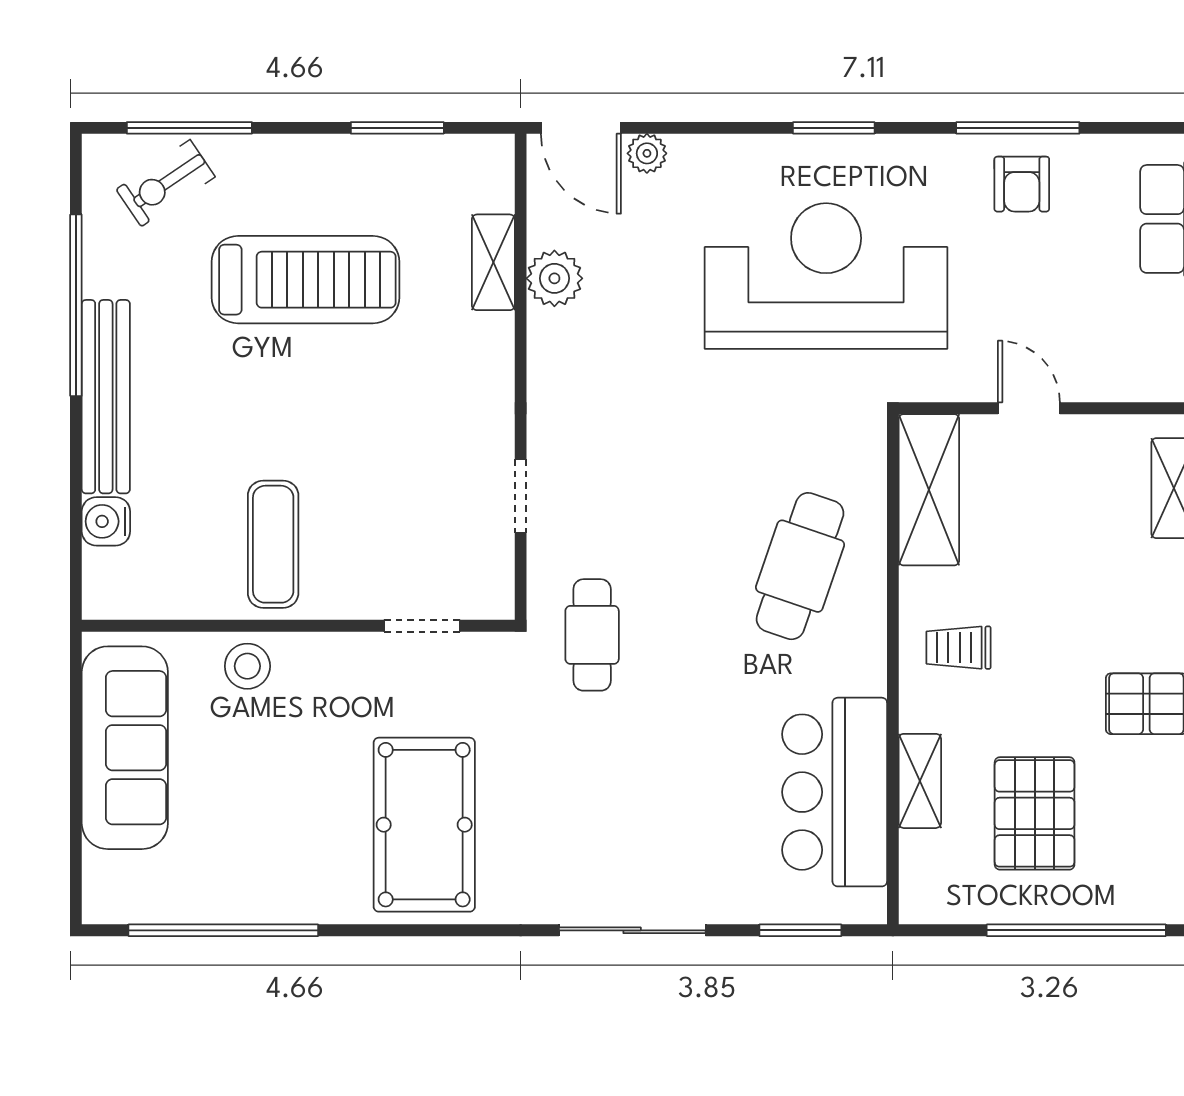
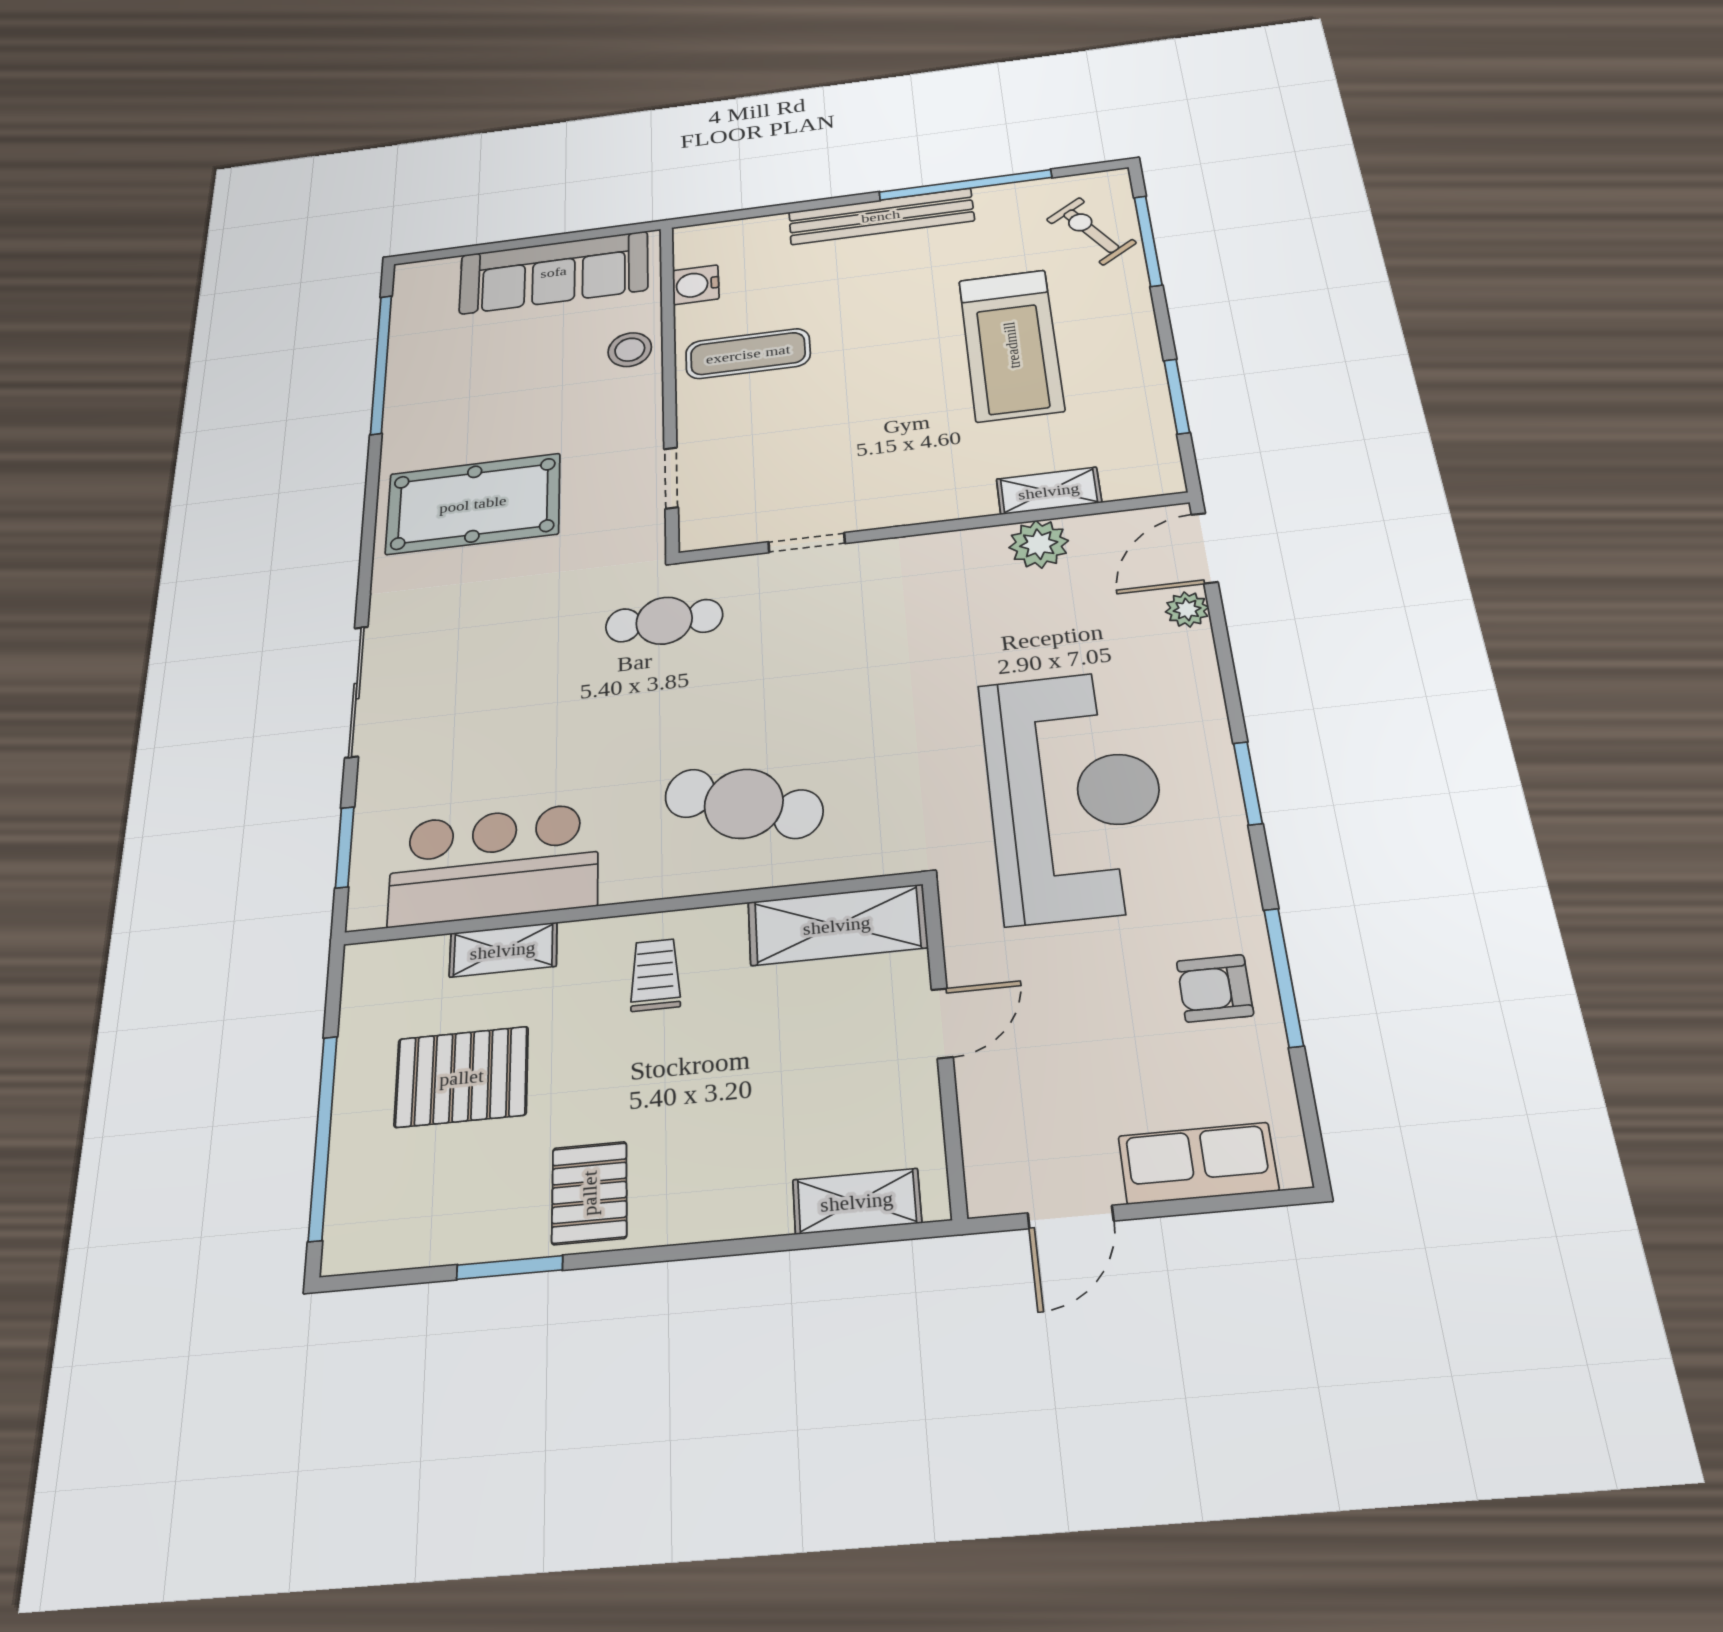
water cooler: (106, 521) -> (696, 285), moved, turned -90

